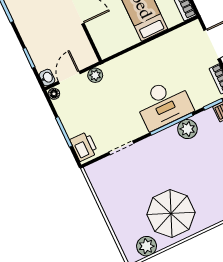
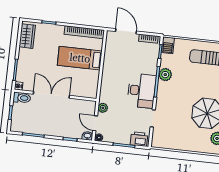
desk: (164, 104) -> (142, 91), moved

